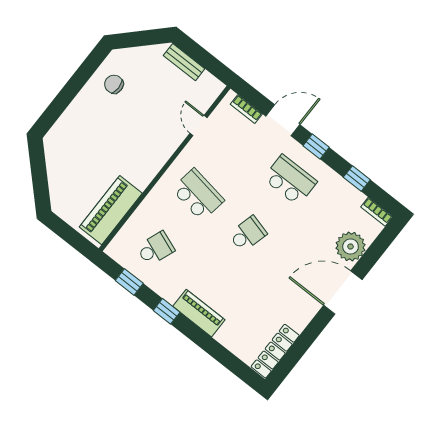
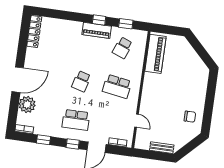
piano: (199, 313) -> (97, 30), moved

